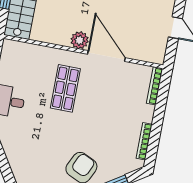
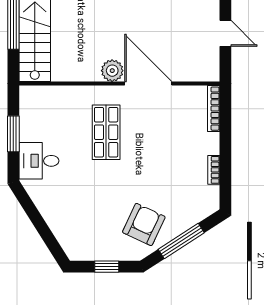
bookcase: (144, 141) -> (214, 170), width x0.64

